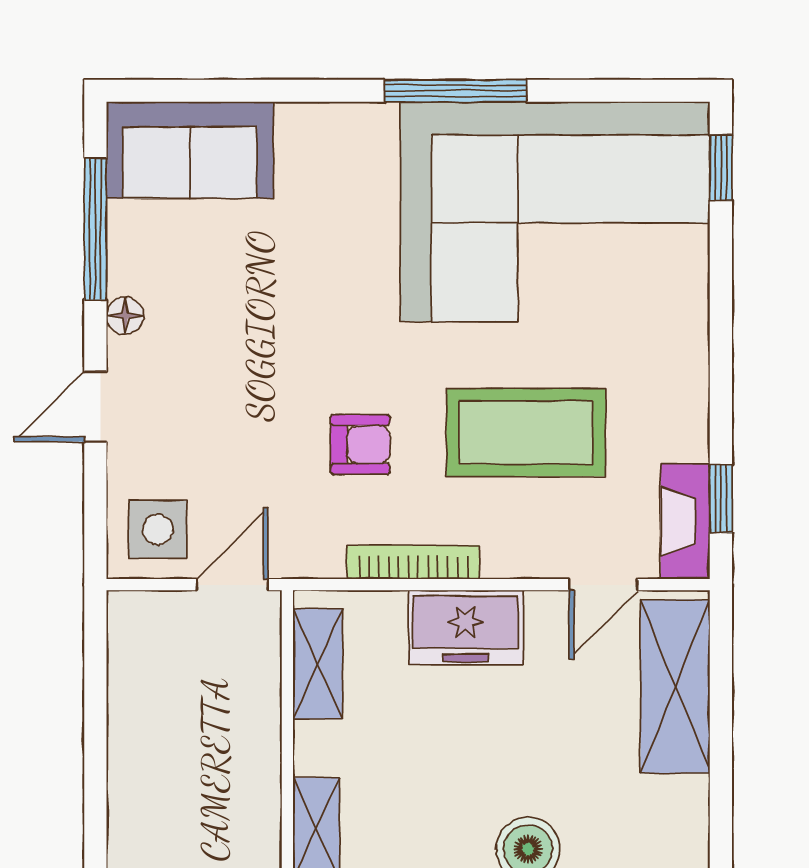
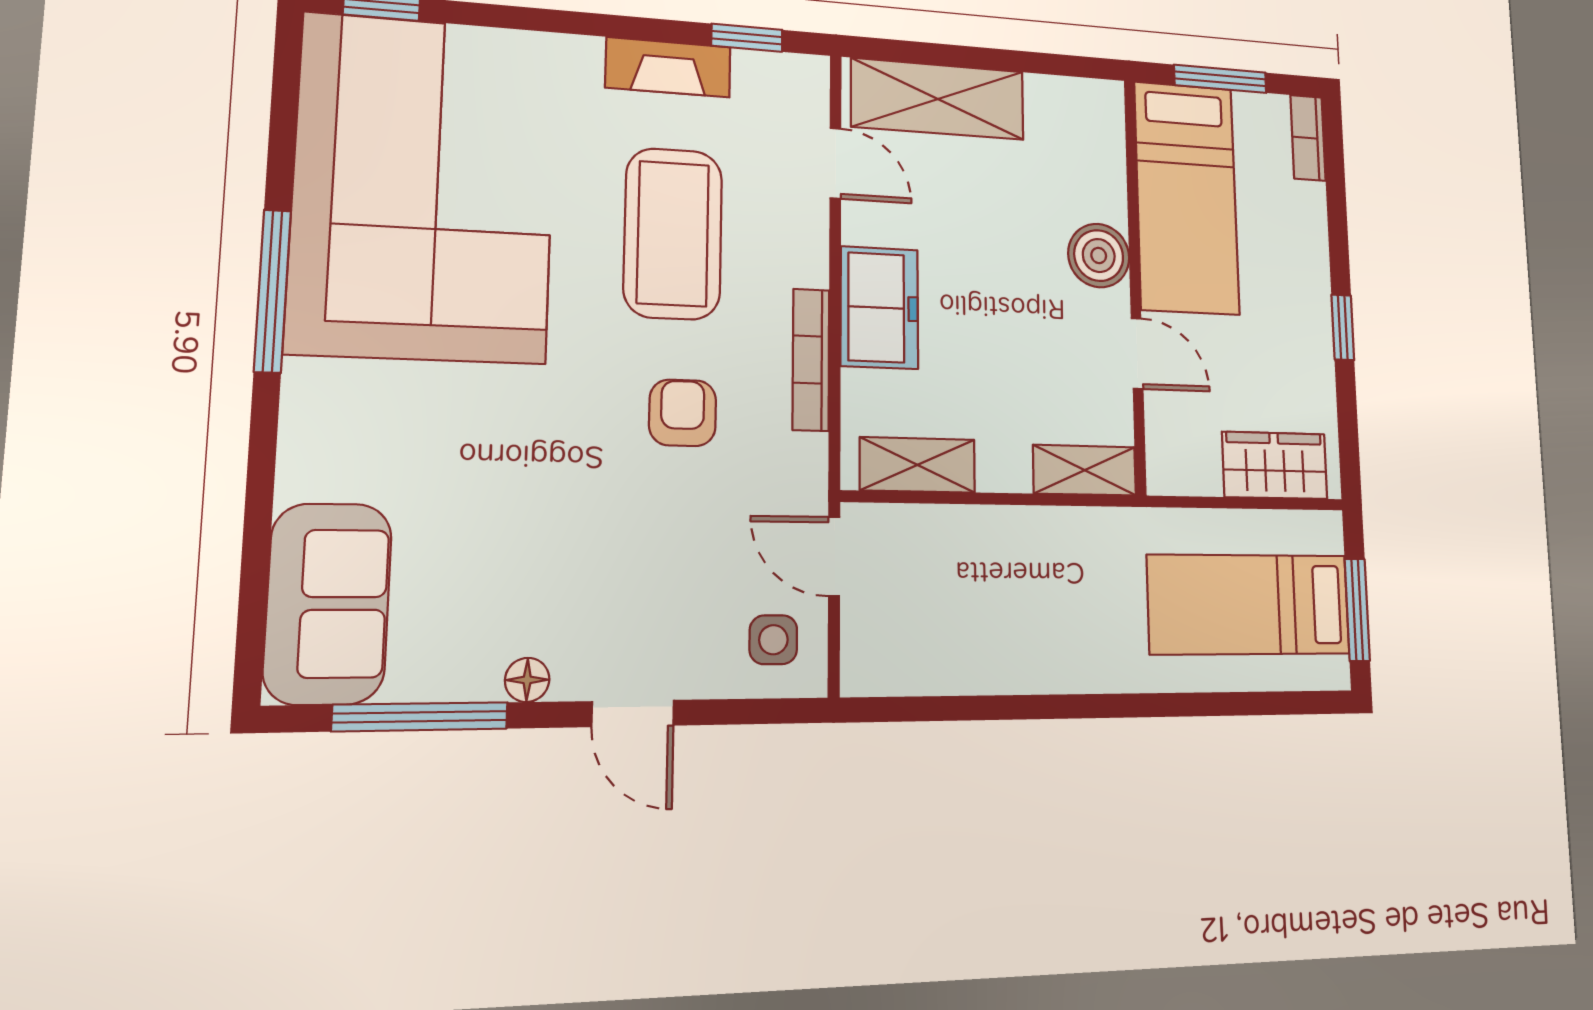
fireplace: (685, 521) -> (668, 67), moved
side table: (158, 529) -> (773, 640), width x0.73, depth x0.73

